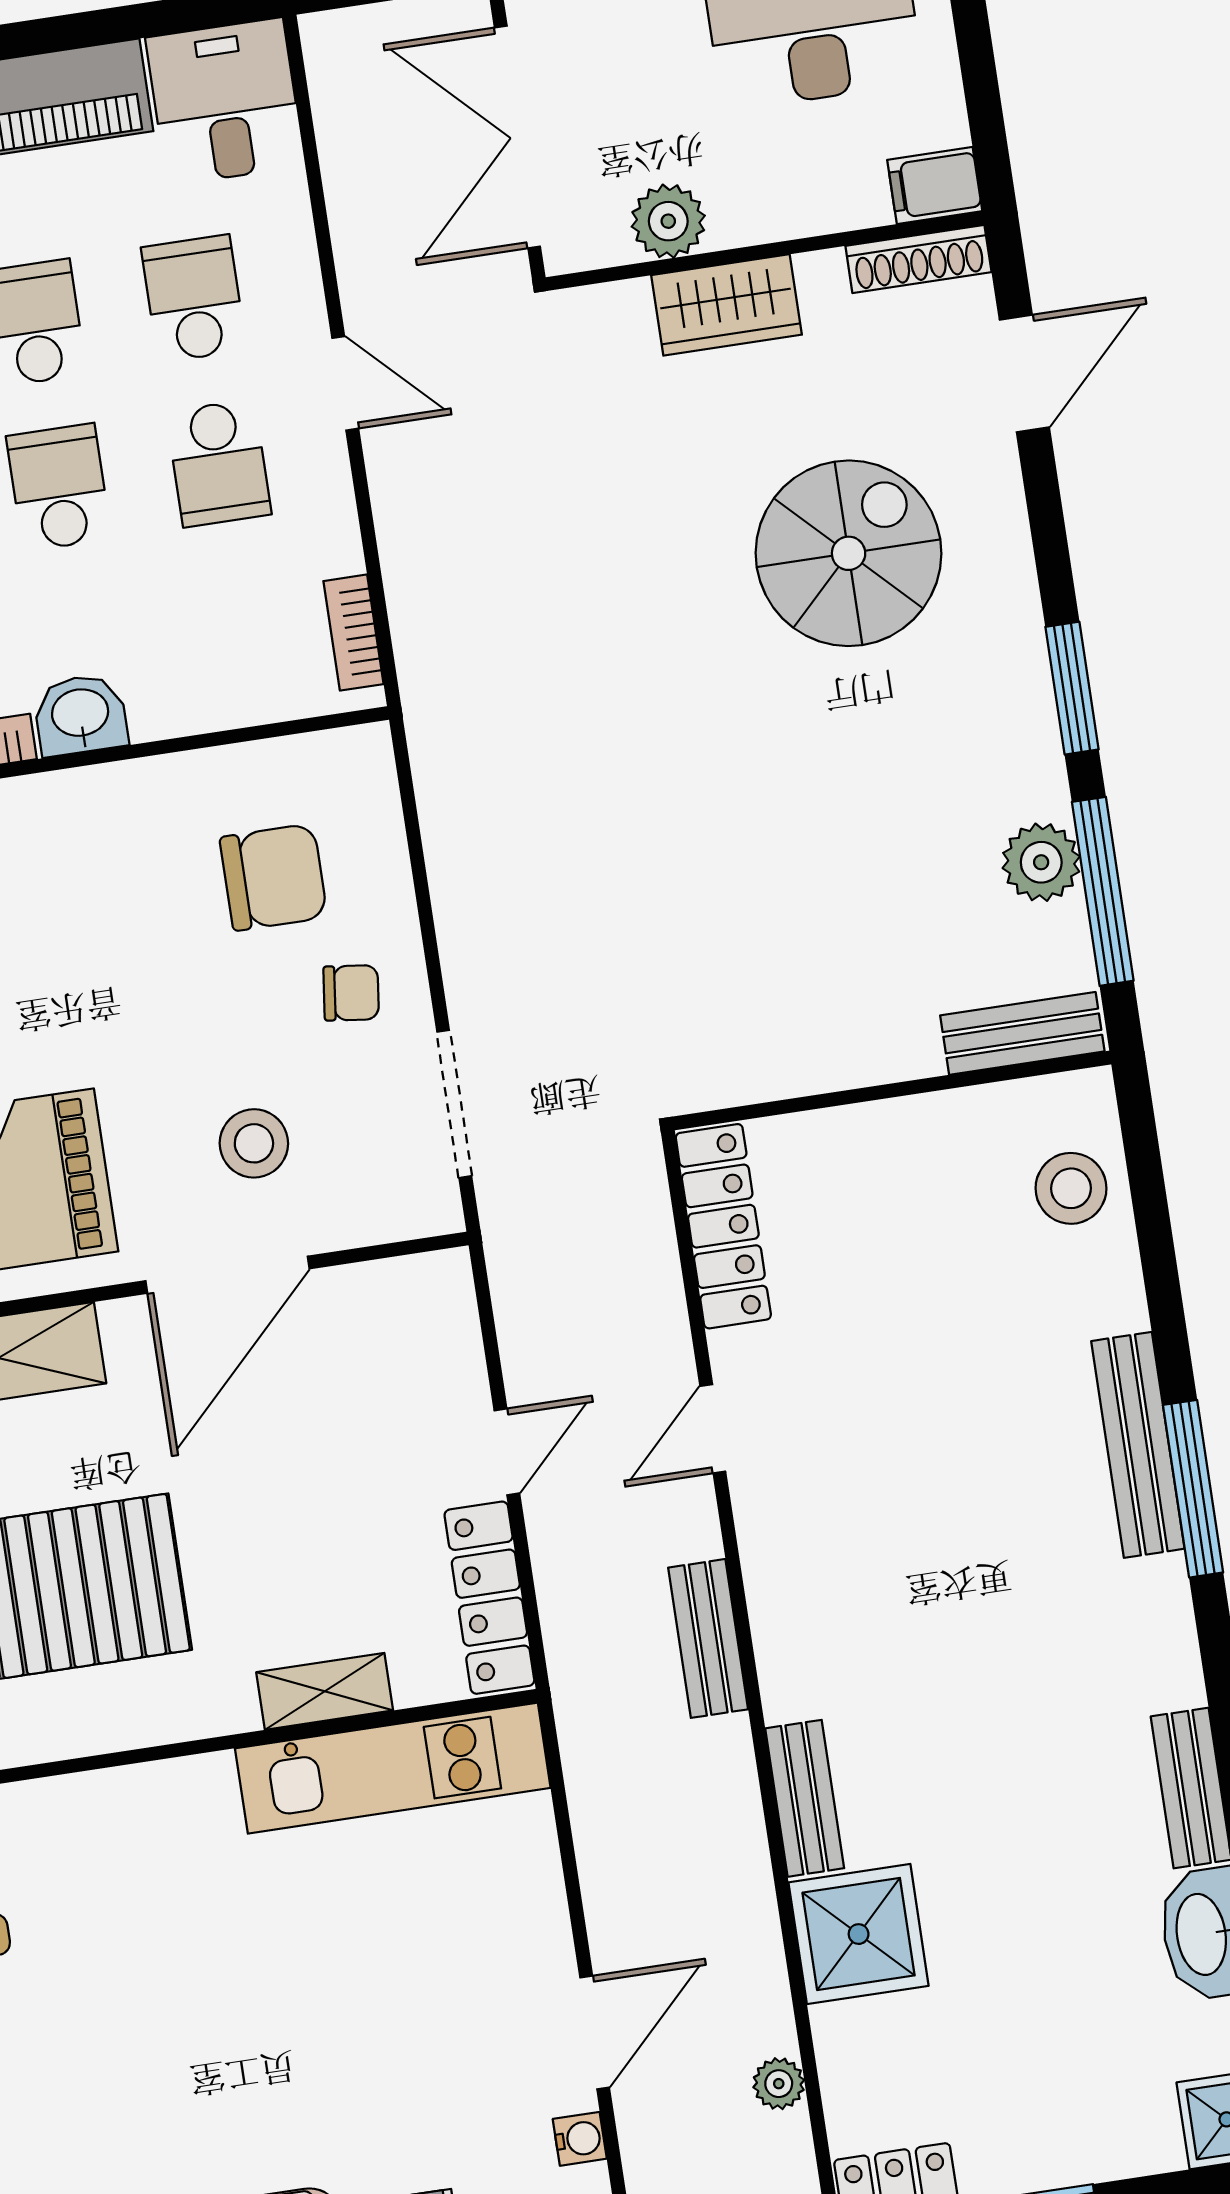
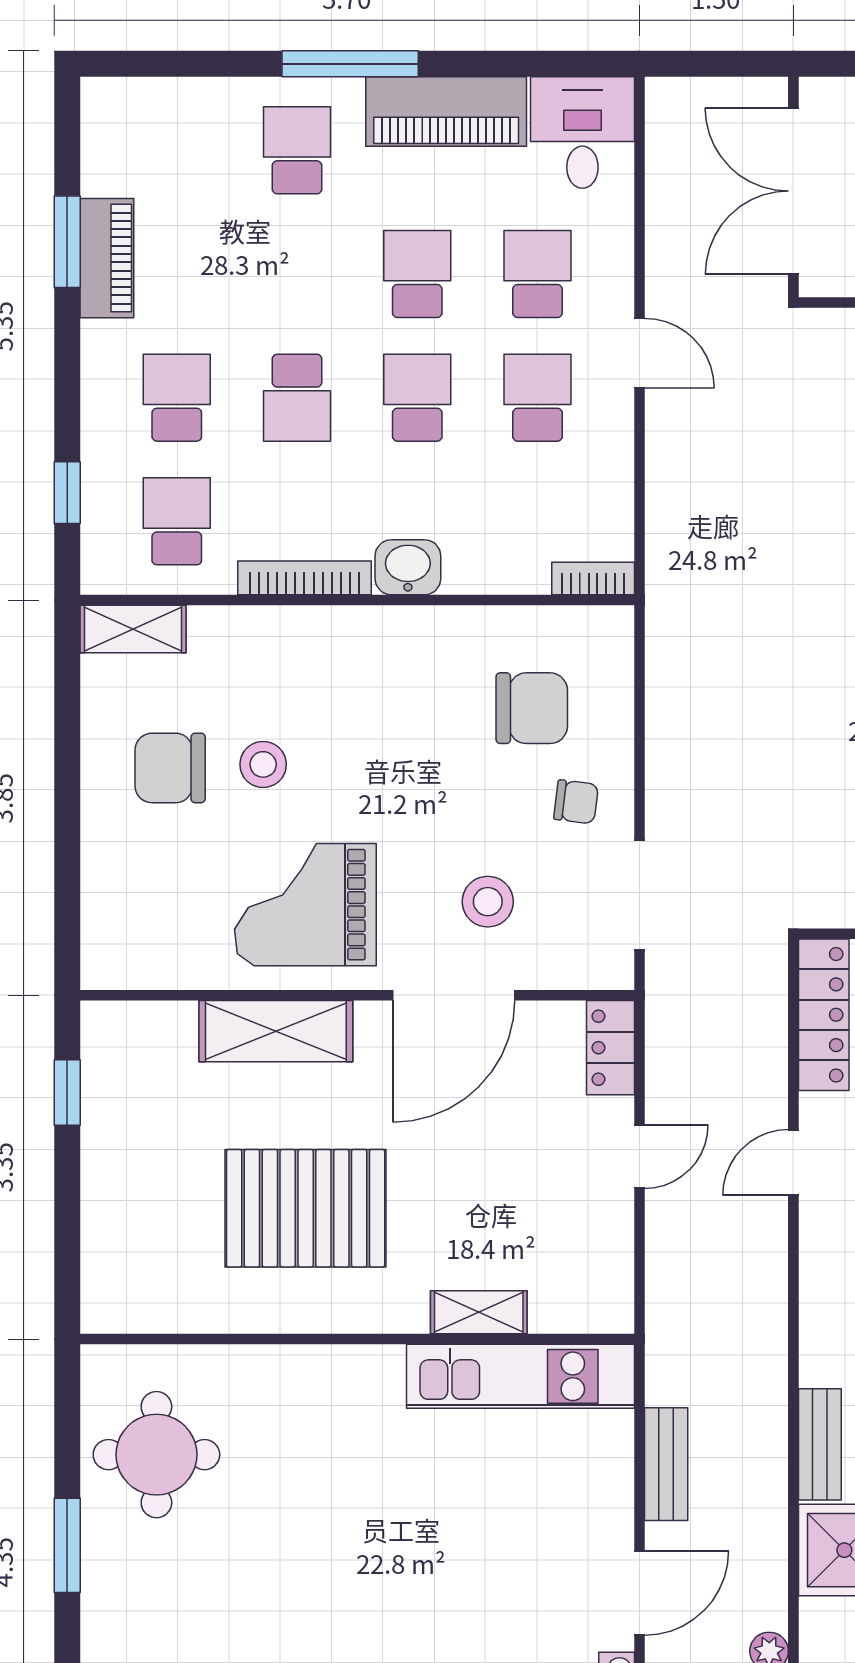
school desk: (219, 463) -> (538, 398), turned 180
bookcase: (354, 633) -> (593, 578), moved, turned 90
locker: (489, 1598) -> (610, 1048), moved, width x0.66
bench: (708, 1638) -> (666, 1464), moved

